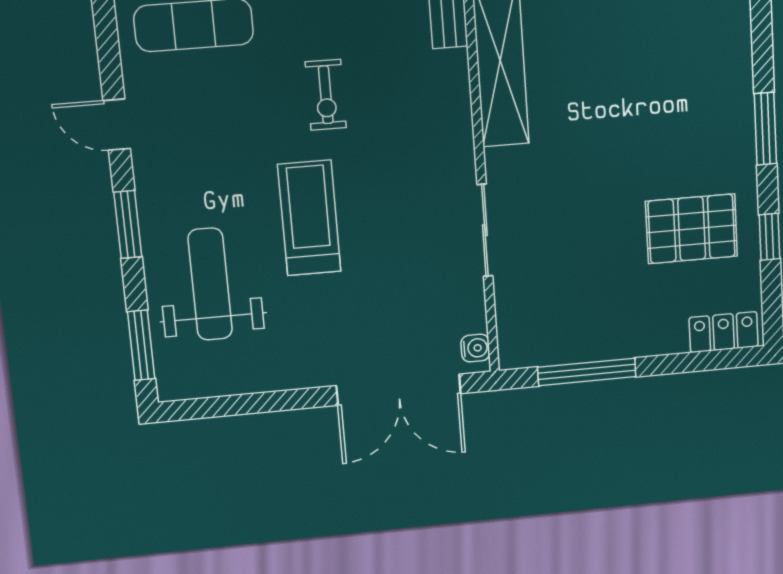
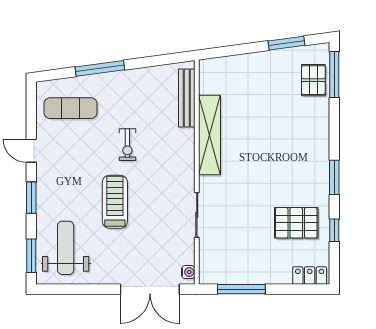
weight bench: (210, 284) -> (66, 248), moved

